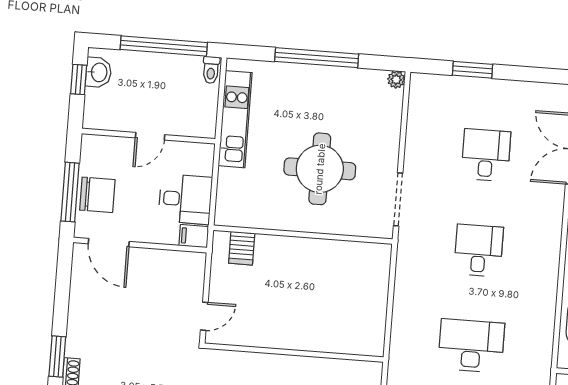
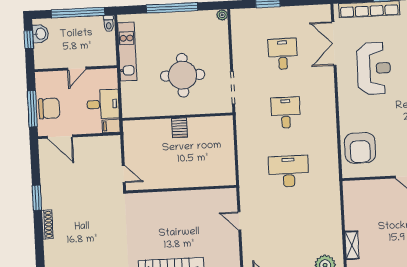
server rack: (242, 248) -> (180, 128), moved
door: (204, 316) -> (124, 174), hinge flipped
window: (57, 356) -> (37, 198), moved

